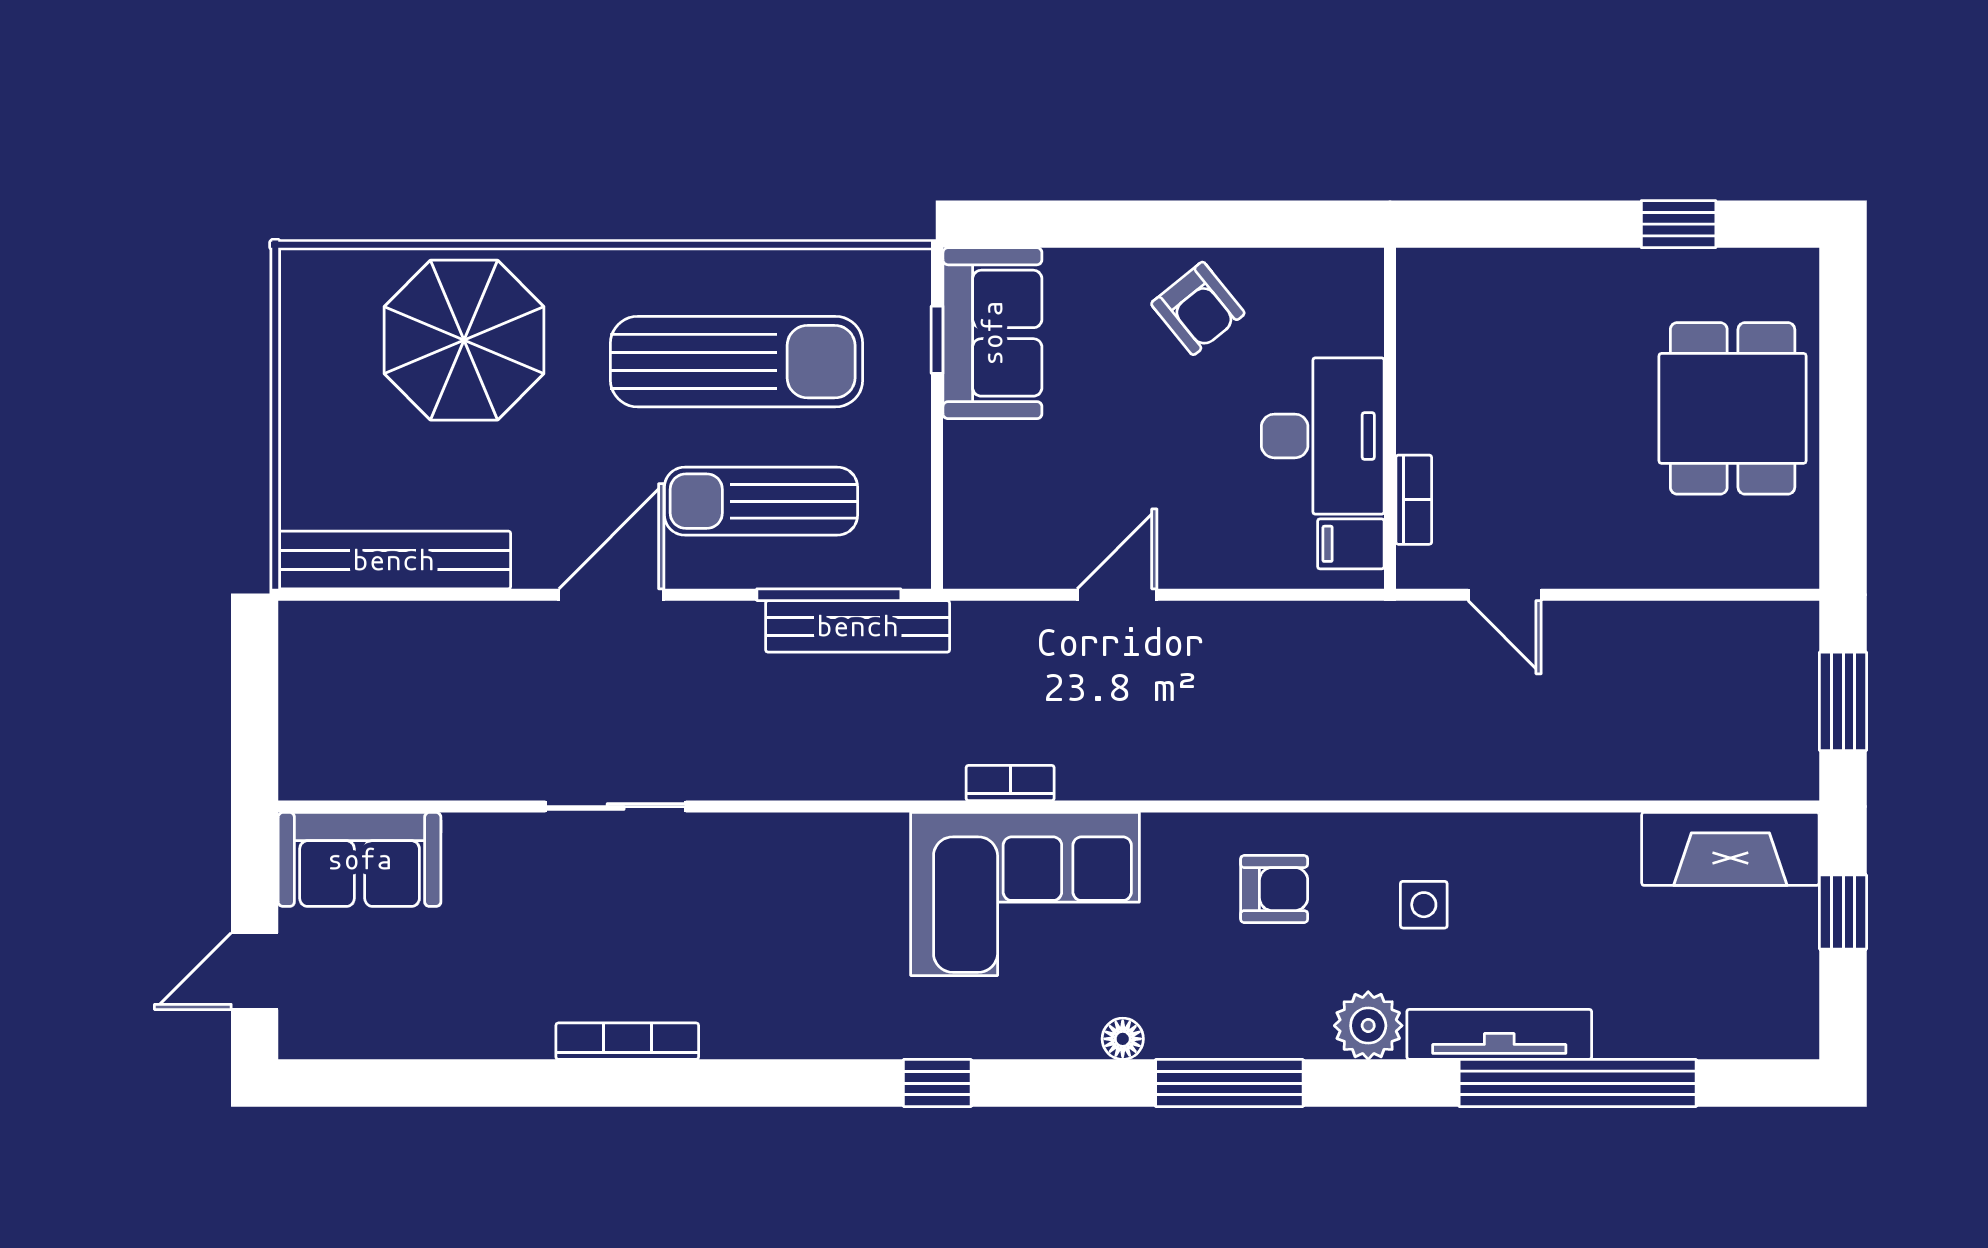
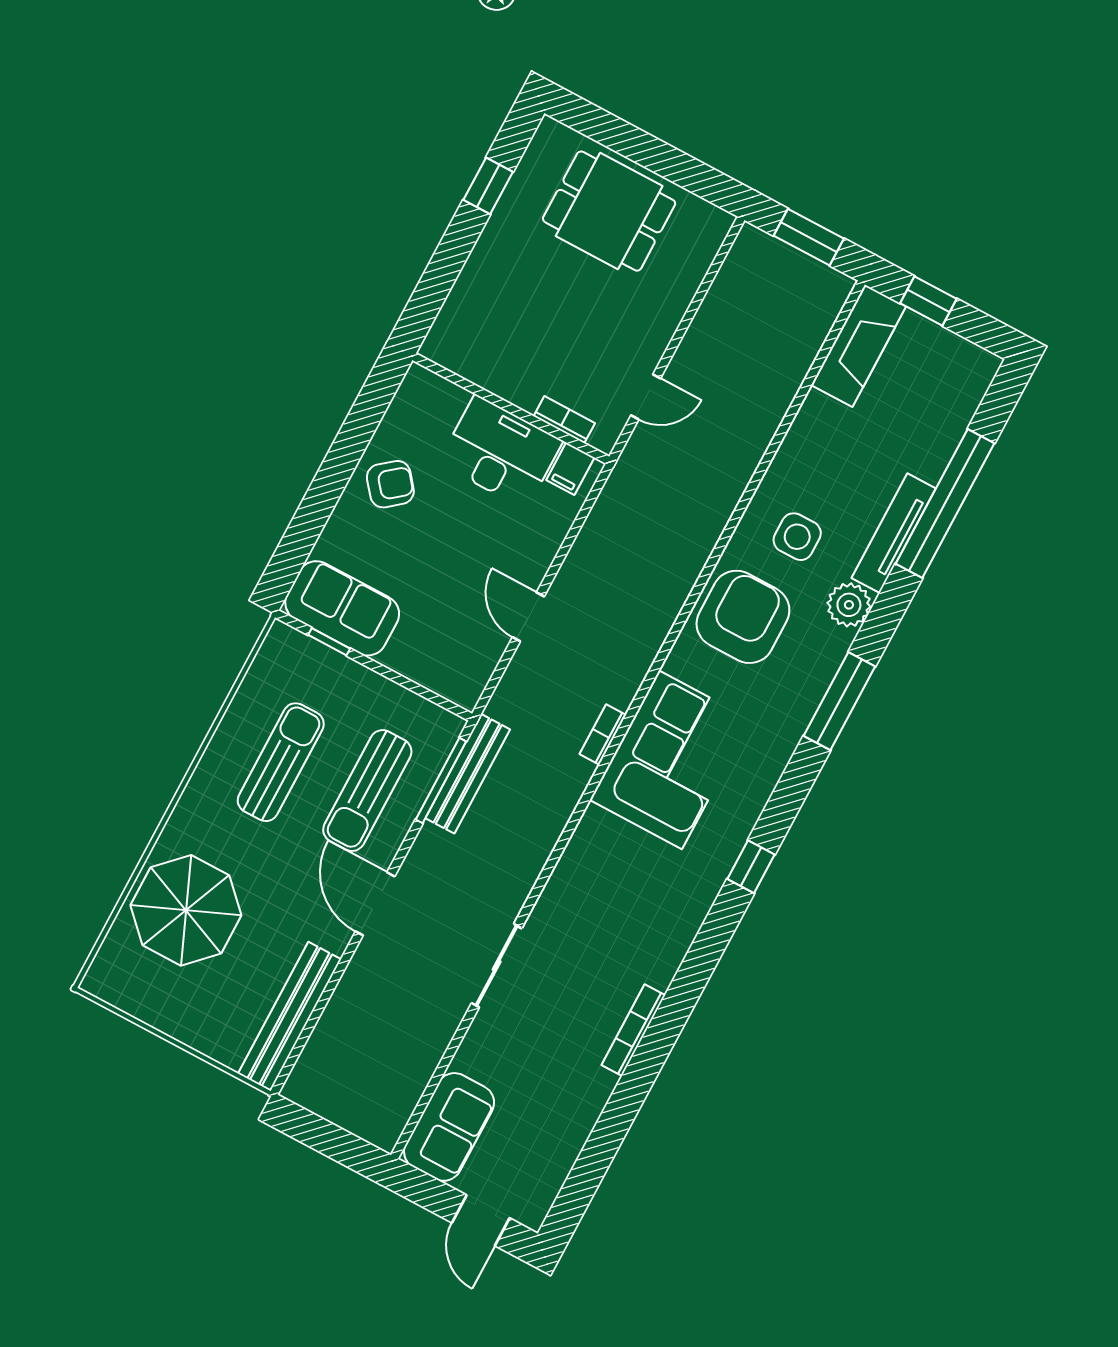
sun lounger: (737, 362) -> (281, 762), width x0.73, depth x0.75
armchair: (1274, 889) -> (743, 617), width x1.88, depth x1.88
side table: (1424, 905) -> (797, 537), width x1.37, depth x1.37
floor lamp: (1123, 1039) -> (782, 748), removed

